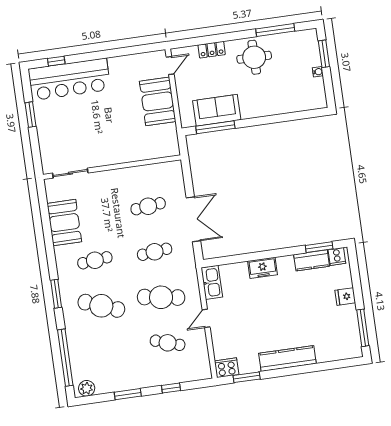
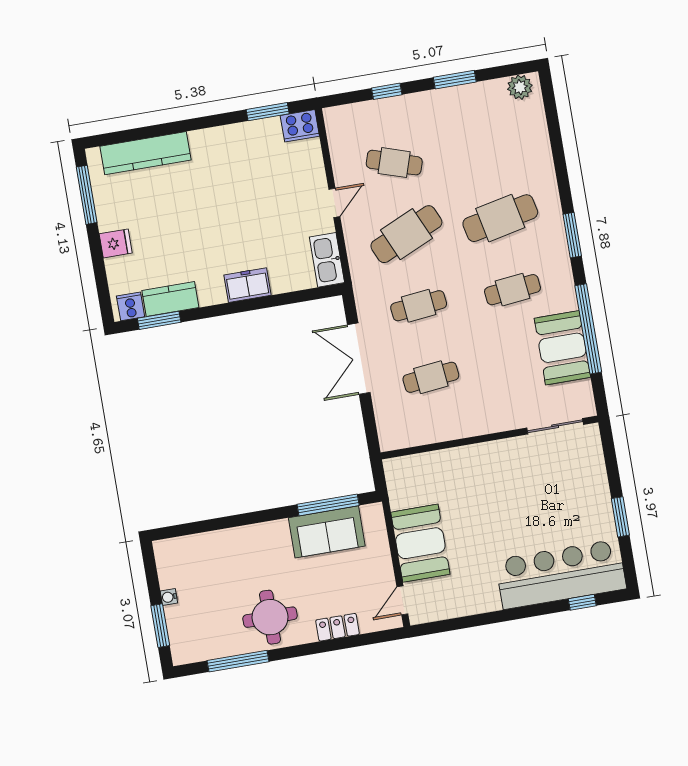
cafe table: (161, 297) -> (406, 234), turned -33
cafe table: (101, 306) -> (500, 218), turned -33
window: (65, 358) -> (588, 329), moved
kitchen counter: (287, 358) -> (146, 153), moved

